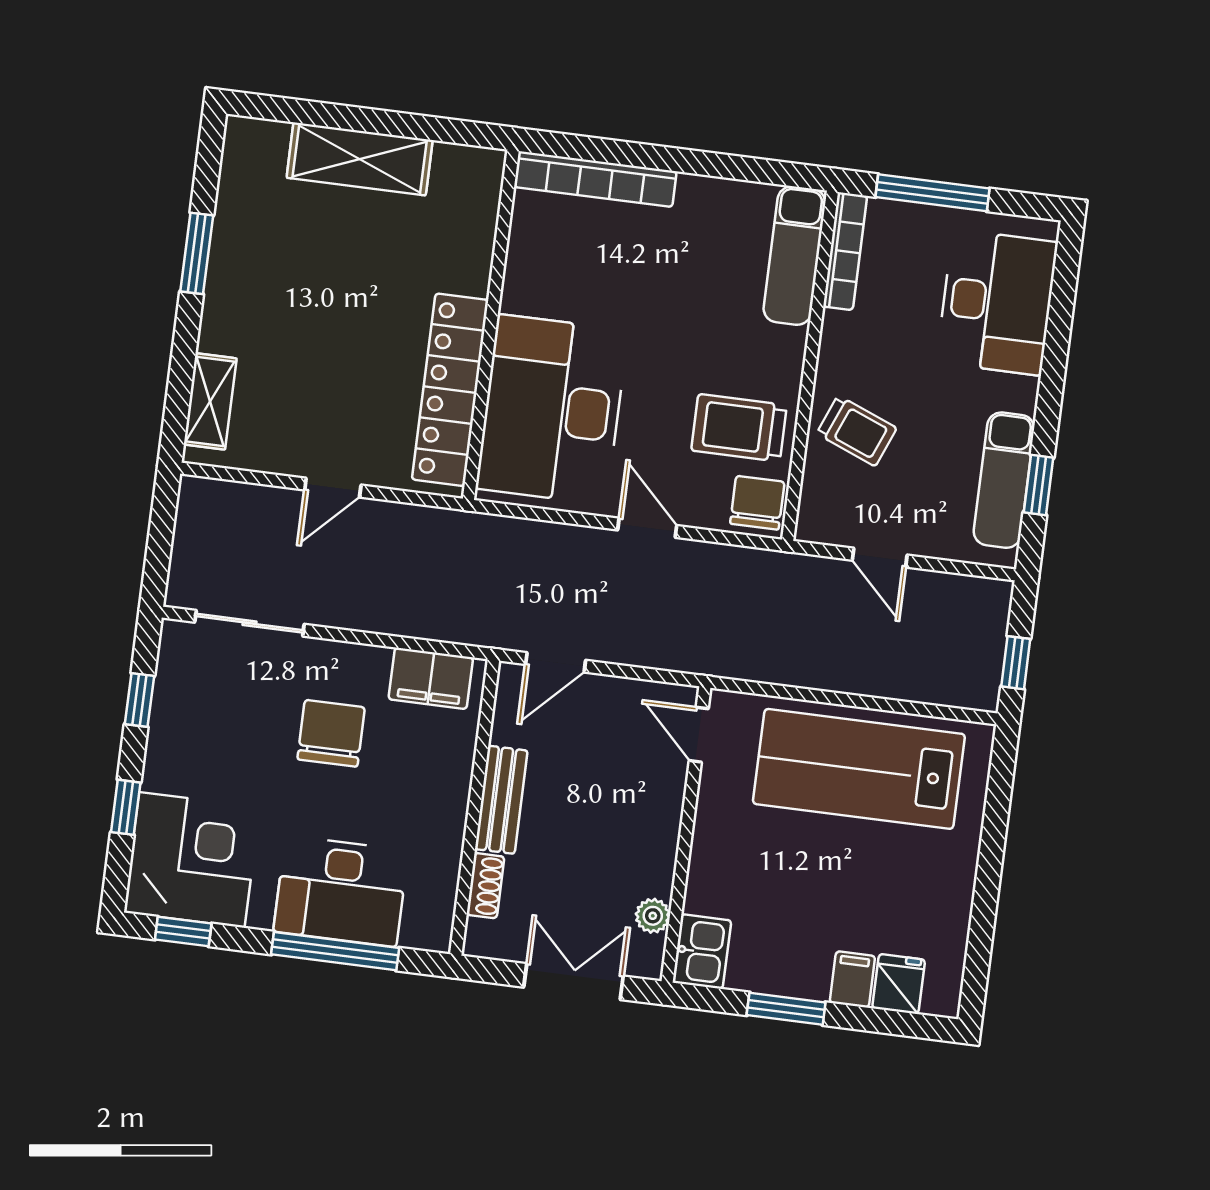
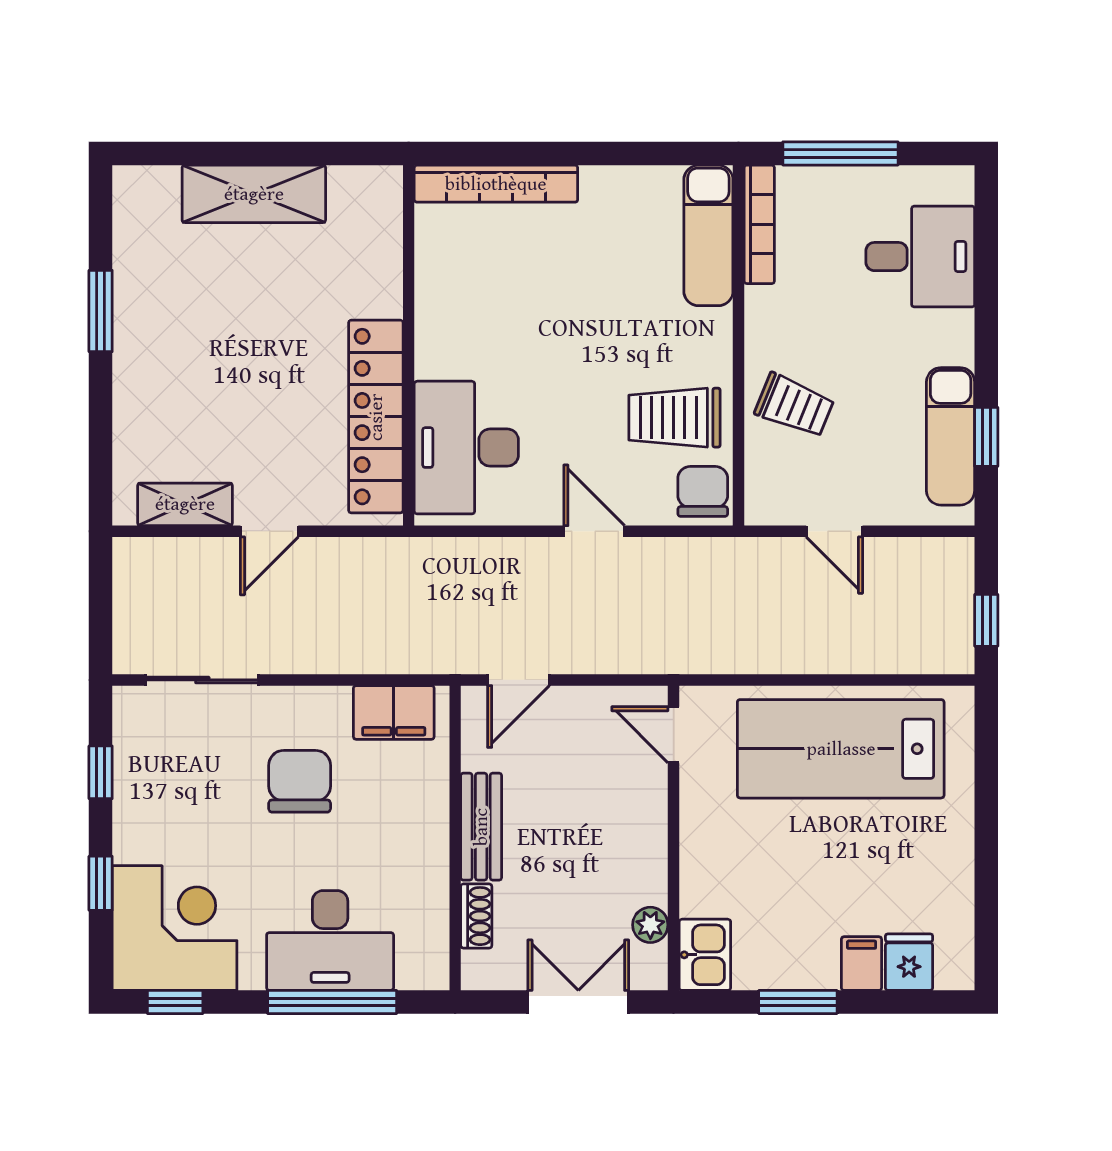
desk: (997, 302) -> (920, 257), width x0.73
shelving: (210, 401) -> (185, 504), moved, turned 90
desk: (552, 409) -> (466, 448), width x0.73, depth x0.77

